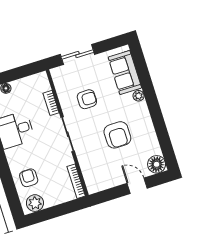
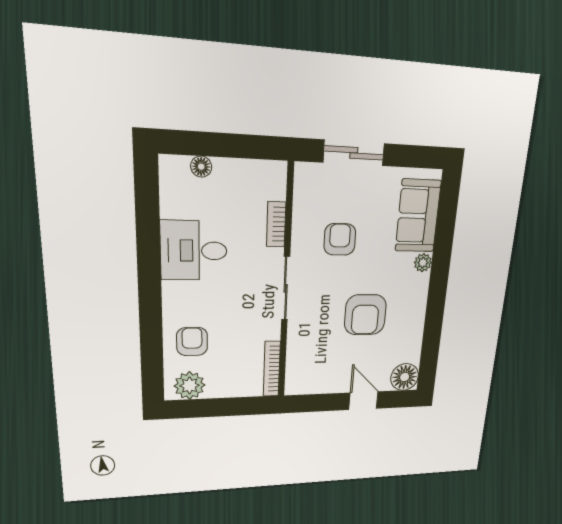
armchair: (87, 99) -> (340, 239), turned -90

